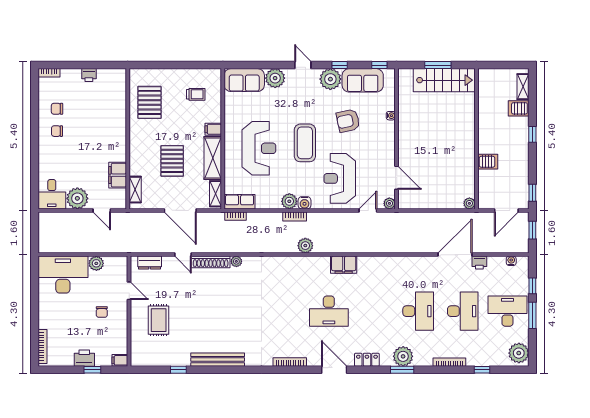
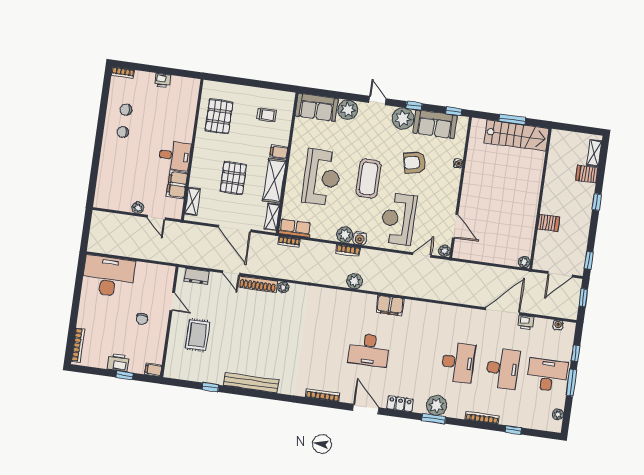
desk: (52, 194) -> (175, 156), moved, turned -90
plant: (77, 198) -> (138, 208), width x0.53, depth x0.53
plant: (96, 263) -> (143, 270), removed
plant: (519, 353) -> (558, 414), width x0.53, depth x0.53

